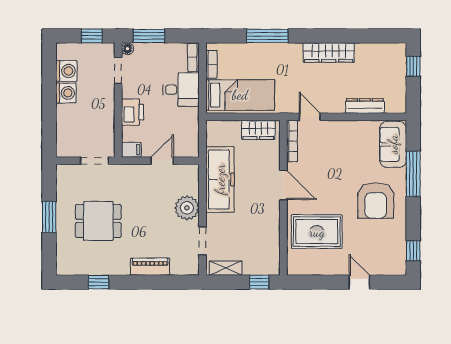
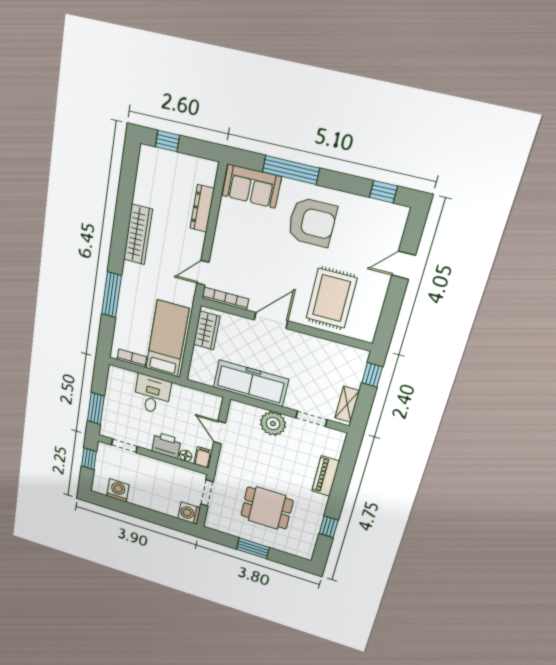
floor lamp: (128, 49) -> (186, 456), moved
bookcase: (193, 57) -> (122, 373), removed
washing machine: (66, 93) -> (189, 513), moved, turned -90
dining table: (98, 221) -> (267, 508), turned 90

